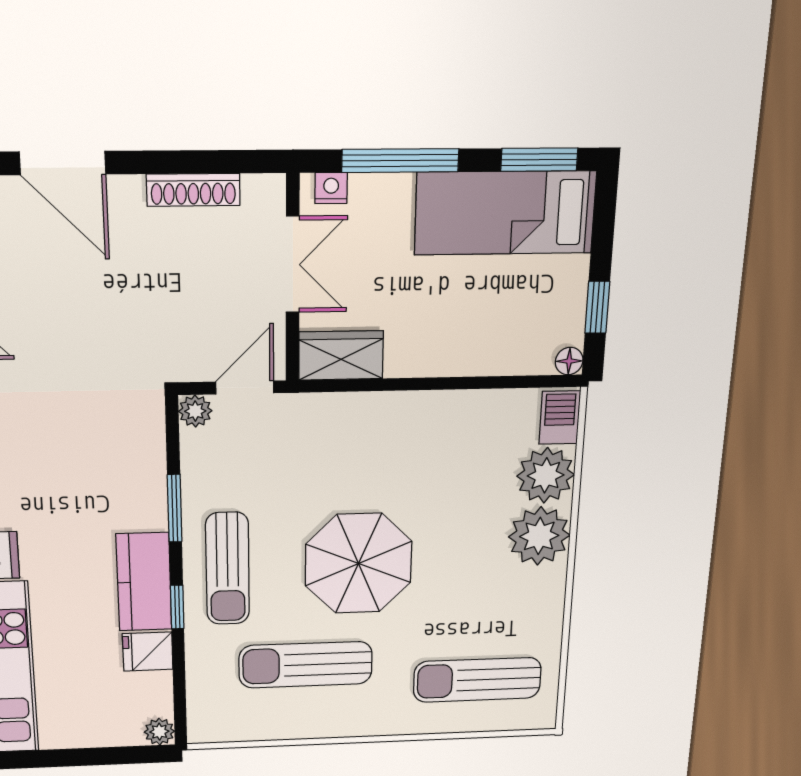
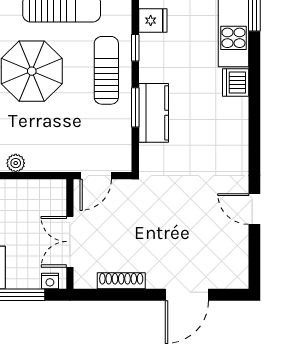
door: (63, 163) -> (187, 295), swing flipped
wardrobe: (341, 355) -> (44, 192), removed
plant: (195, 411) -> (16, 163), moved
kitchen counter: (144, 582) -> (154, 113), moved

